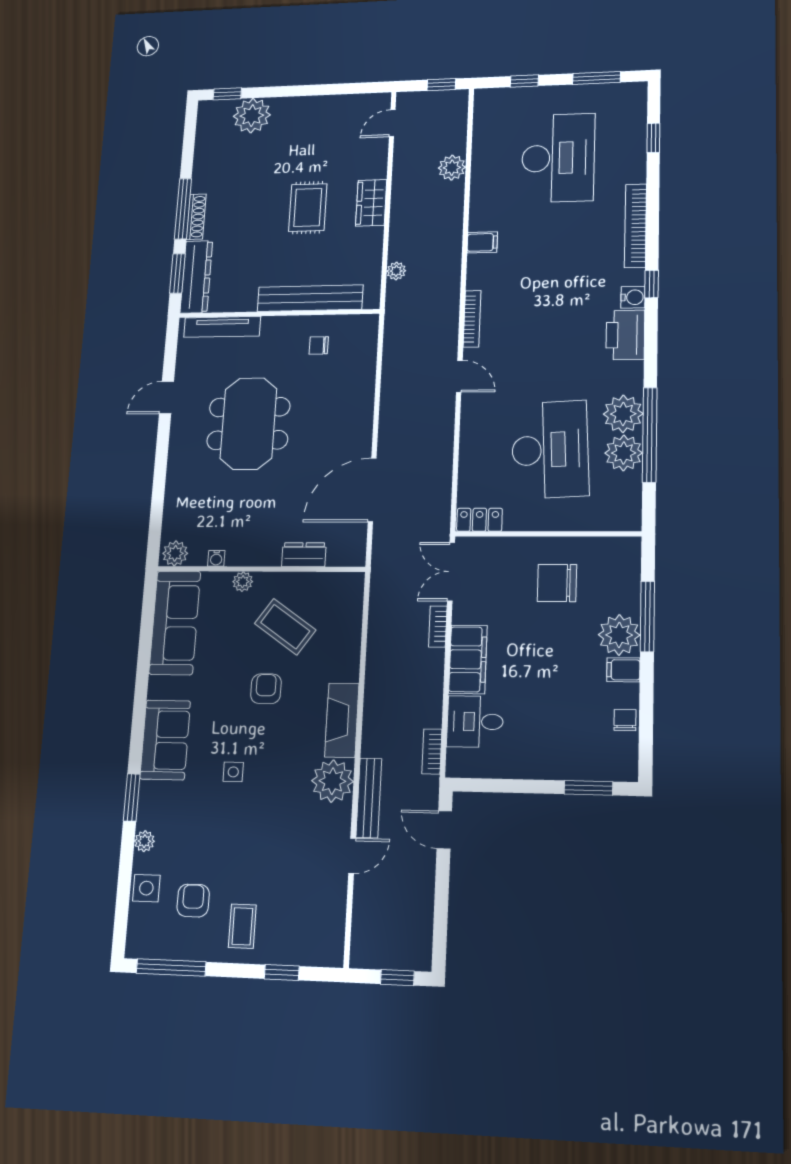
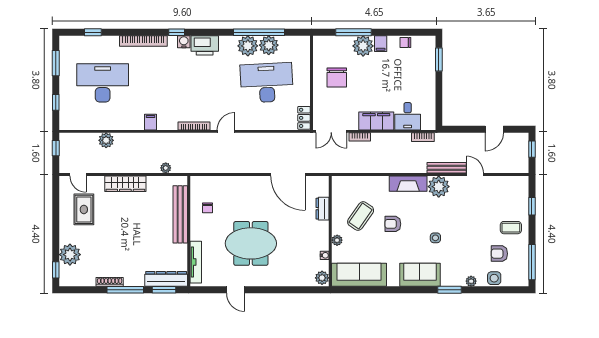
wardrobe: (371, 203) -> (125, 184), width x1.50
rug: (308, 208) -> (84, 209), moved, turned 90
shoe rack: (196, 217) -> (110, 282), moved
door: (444, 830) -> (494, 129), moved

